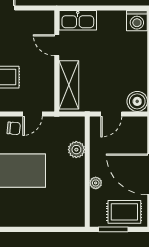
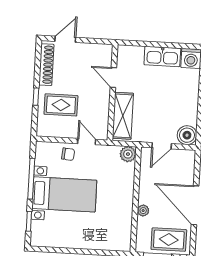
kitchen sink: (78, 20) -> (162, 56), moved
door: (32, 114) -> (87, 142), swing flipped
plant: (76, 150) -> (128, 154), moved

